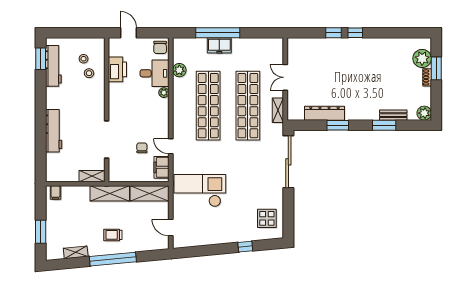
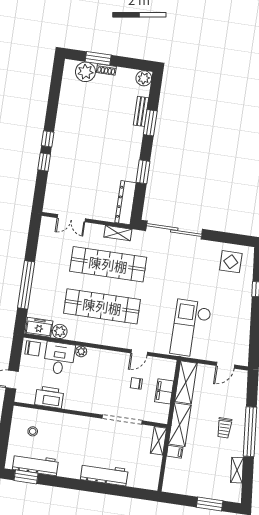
freezer: (219, 45) -> (39, 327), moved, turned -90
stool: (89, 73) -> (49, 428), removed
double door: (285, 77) -> (71, 218), moved
dresser: (324, 113) -> (125, 203), moved
filing cabinet: (162, 167) -> (164, 391), moved, turned 90
filing cabinet: (55, 192) -> (175, 452), moved

